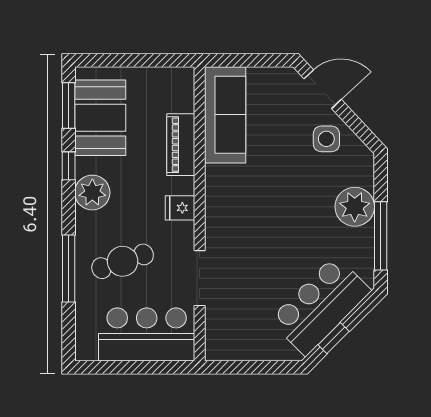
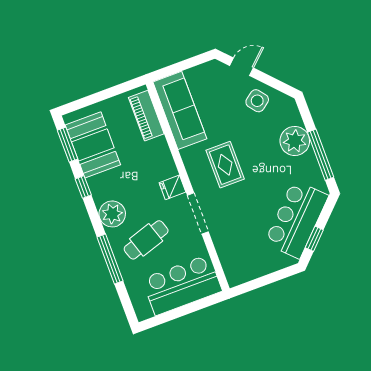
door: (323, 89) -> (242, 67), width x0.73
side table: (326, 139) -> (257, 101), turned -37
piano: (181, 145) -> (146, 116), moved
plant: (92, 193) -> (112, 214), moved
rug: (256, 204) -> (225, 165), added
doorway: (200, 278) -> (198, 213), moved

